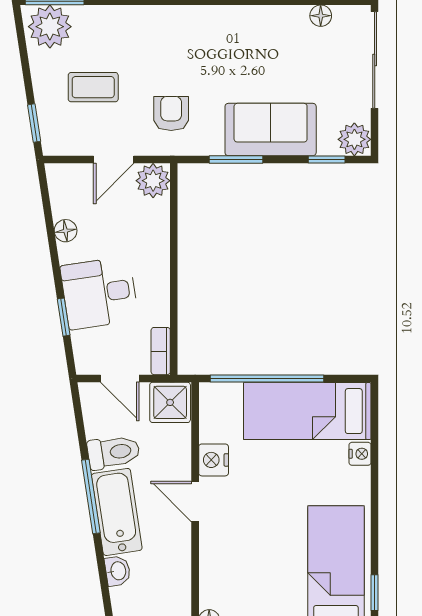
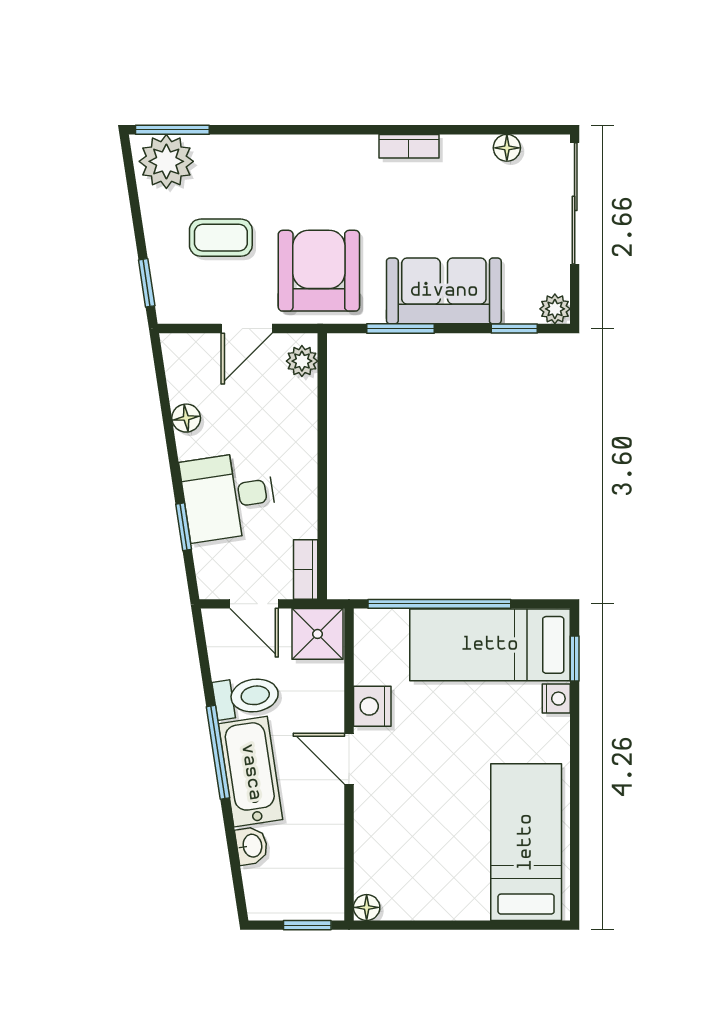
bookcase: (243, 14) -> (409, 146), added
armchair: (171, 113) -> (319, 271), width x1.88, depth x1.88
plant: (354, 139) -> (555, 309), width x0.73, depth x0.73
plant: (153, 181) -> (302, 361), width x0.73, depth x0.73
window: (375, 593) -> (575, 658), moved

